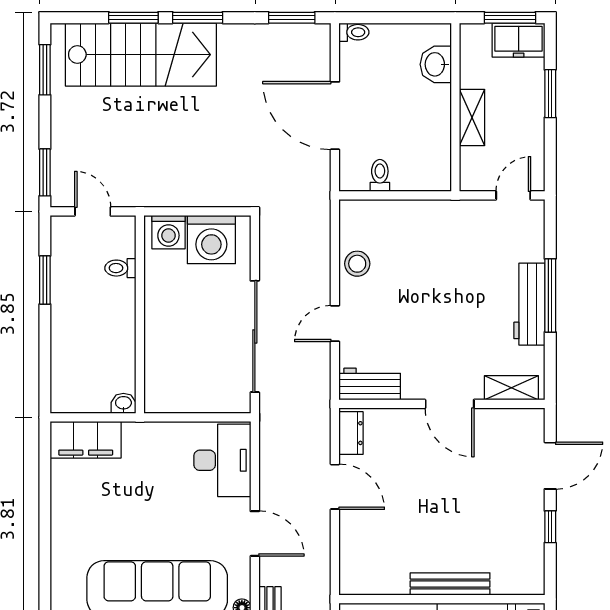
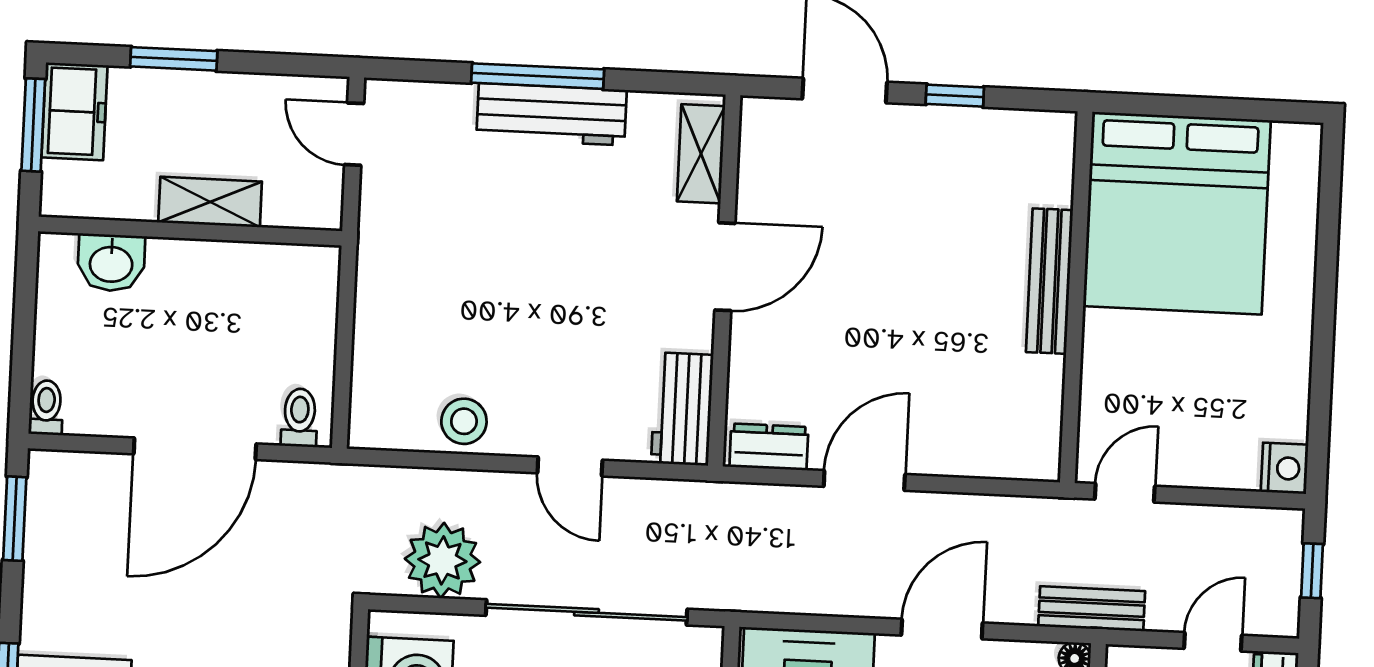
toilet: (380, 175) -> (300, 418), moved, turned 90
plant: (280, 255) -> (442, 560), added

